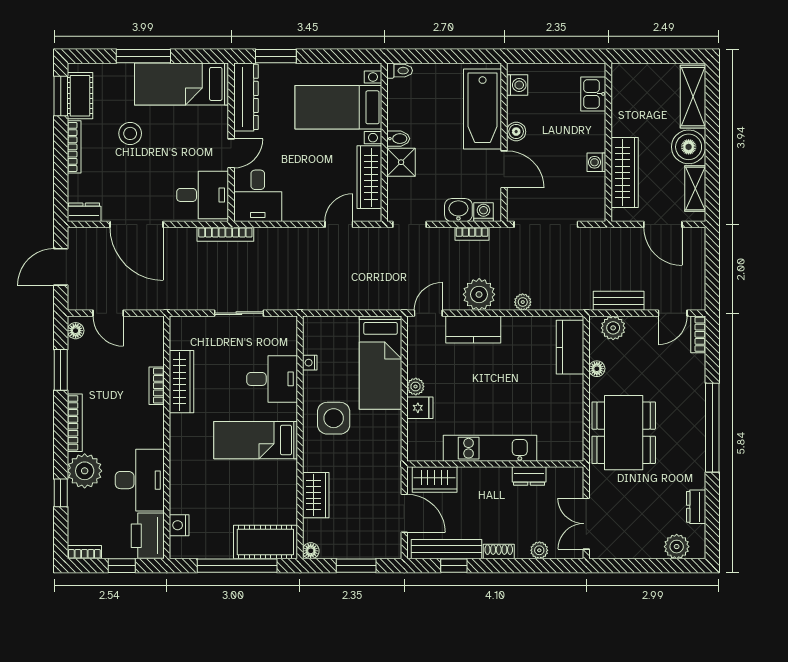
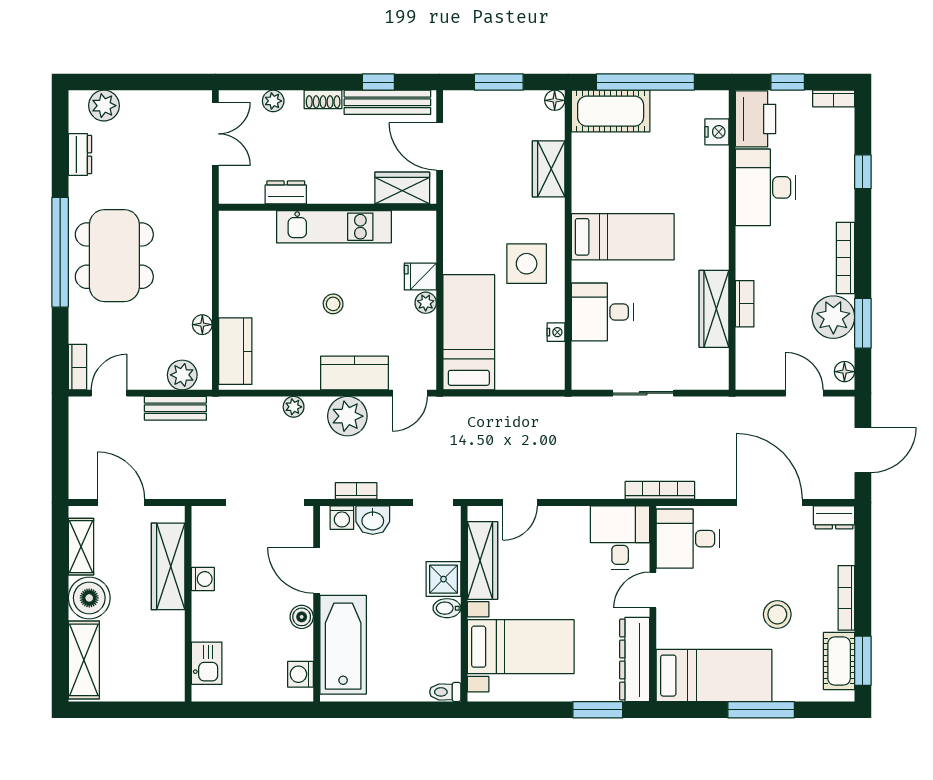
stool: (491, 386) -> (333, 304), added
dining table: (624, 433) -> (114, 256), moved
plant: (85, 471) -> (833, 317), moved

